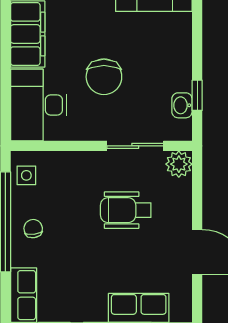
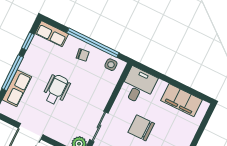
desk: (39, 105) -> (138, 86), width x0.73
wheelchair: (126, 210) -> (56, 90), moved

